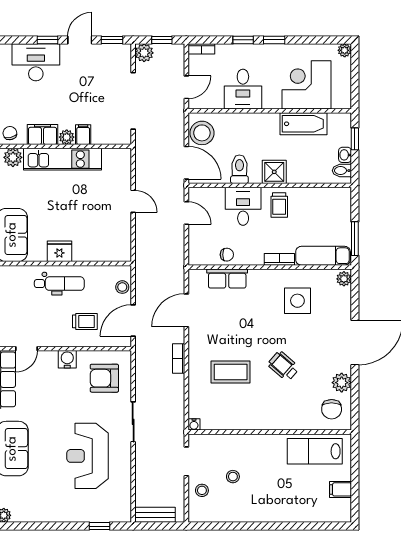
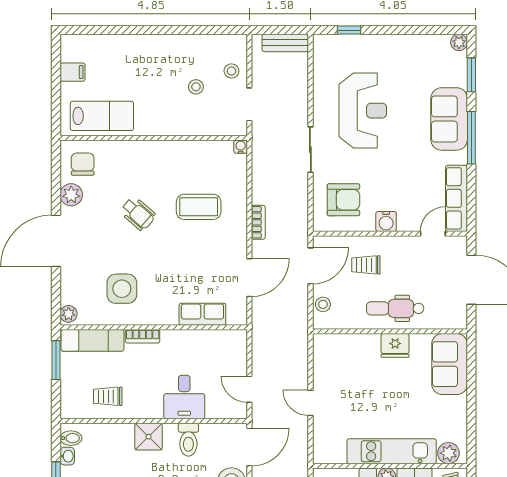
door: (186, 163) -> (249, 447), swing flipped
trolley: (279, 205) -> (108, 396), moved, turned -90
chair: (227, 255) -> (203, 342), removed

